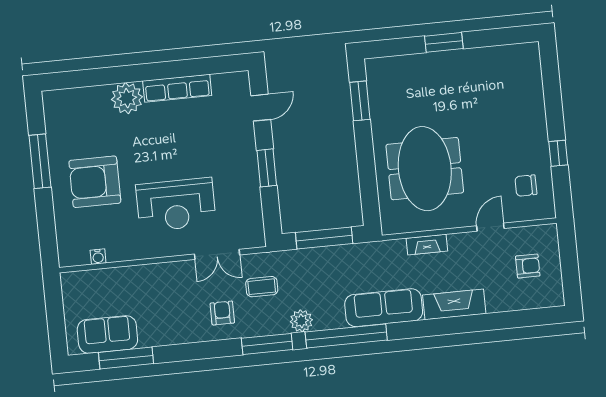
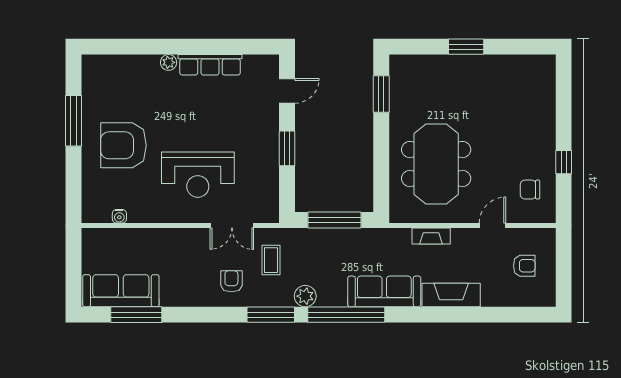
plant: (127, 98) -> (169, 62), width x0.53, depth x0.53
coffee table: (262, 287) -> (271, 260), turned 90
sofa: (107, 334) -> (121, 291), width x1.36

